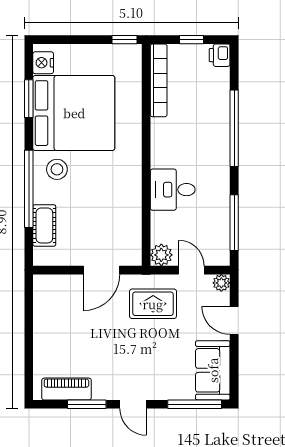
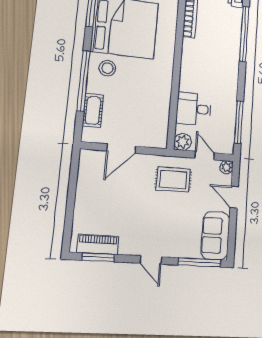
window: (234, 128) -> (244, 34), moved
desk: (173, 190) -> (194, 109), moved
door: (101, 270) -> (121, 149), moved
window: (87, 404) -> (98, 257), moved

